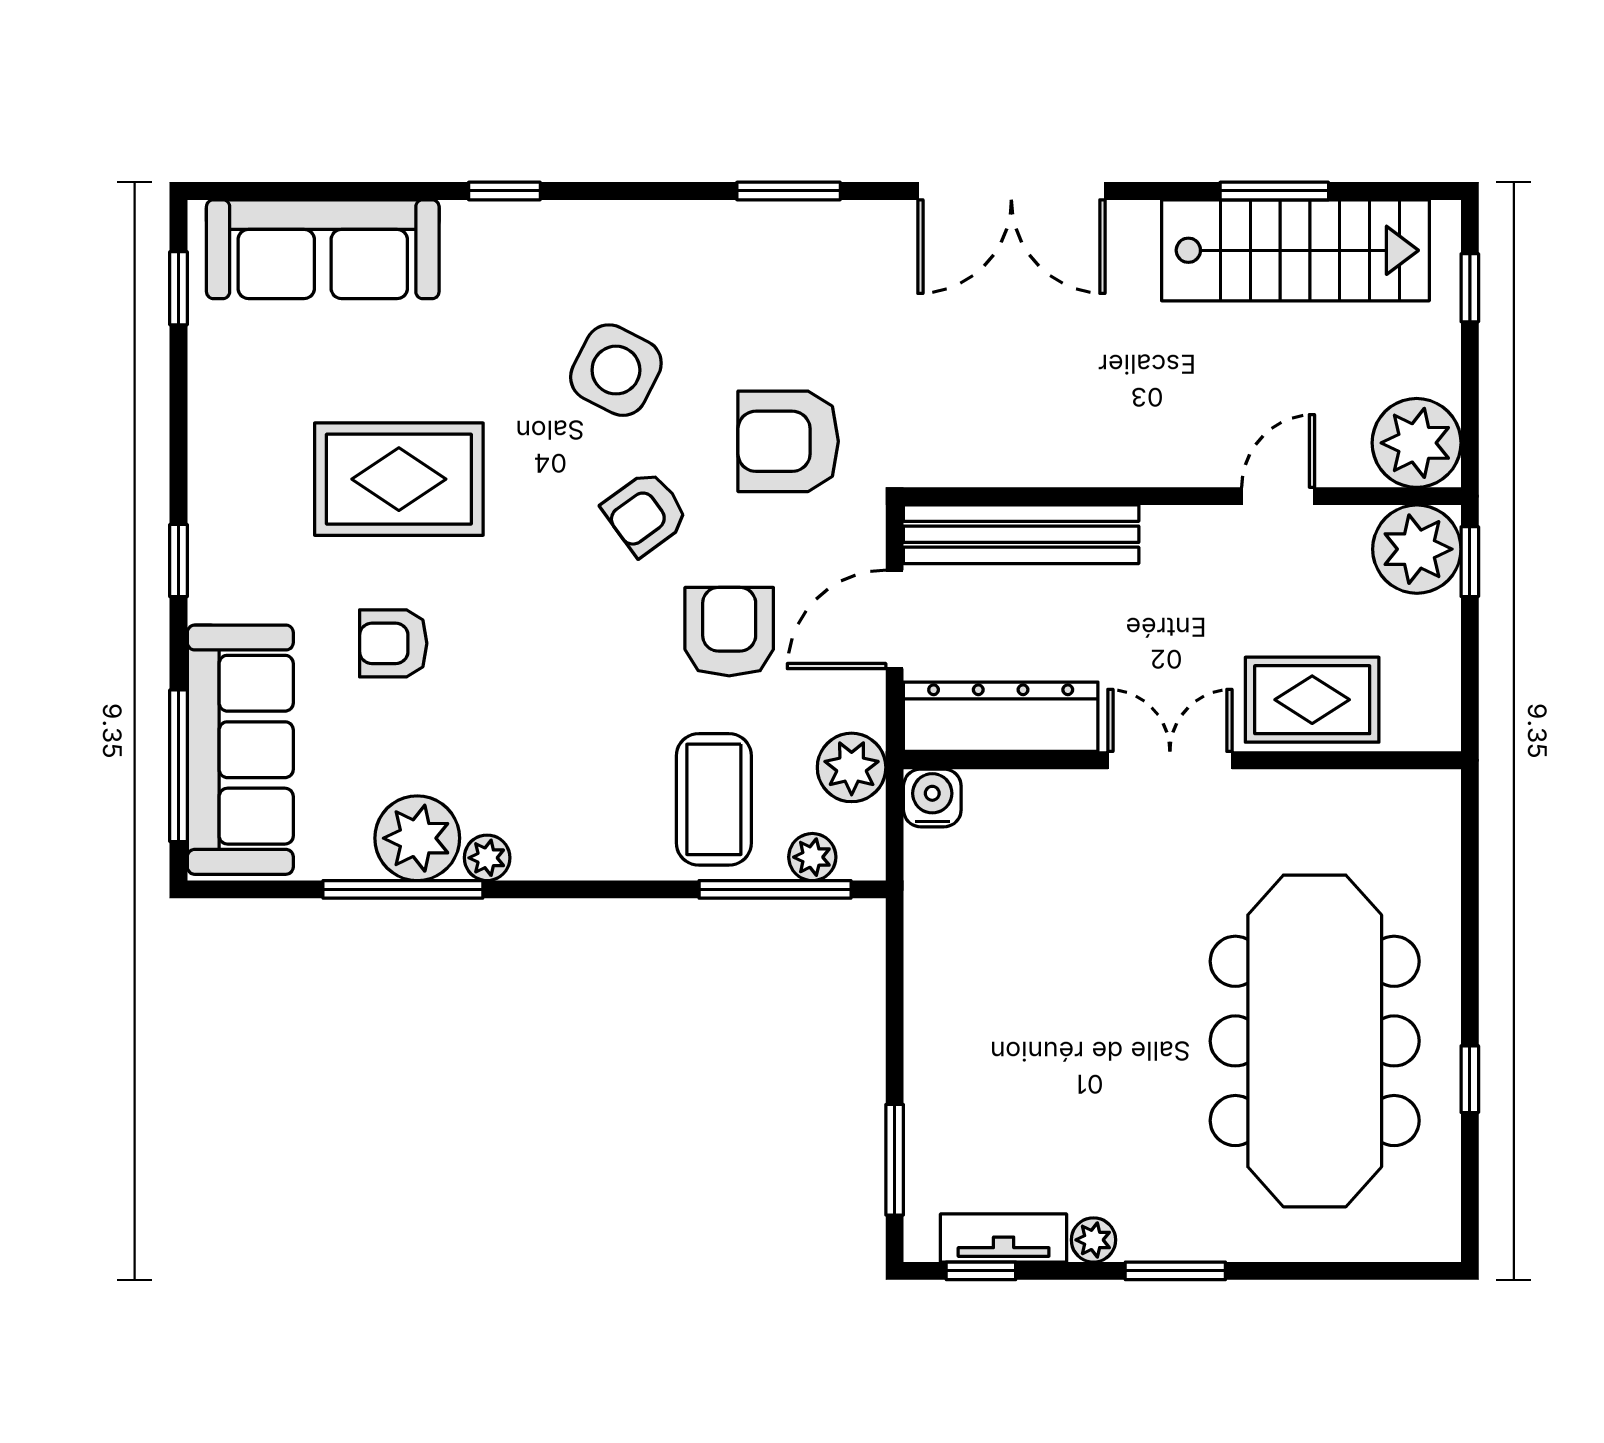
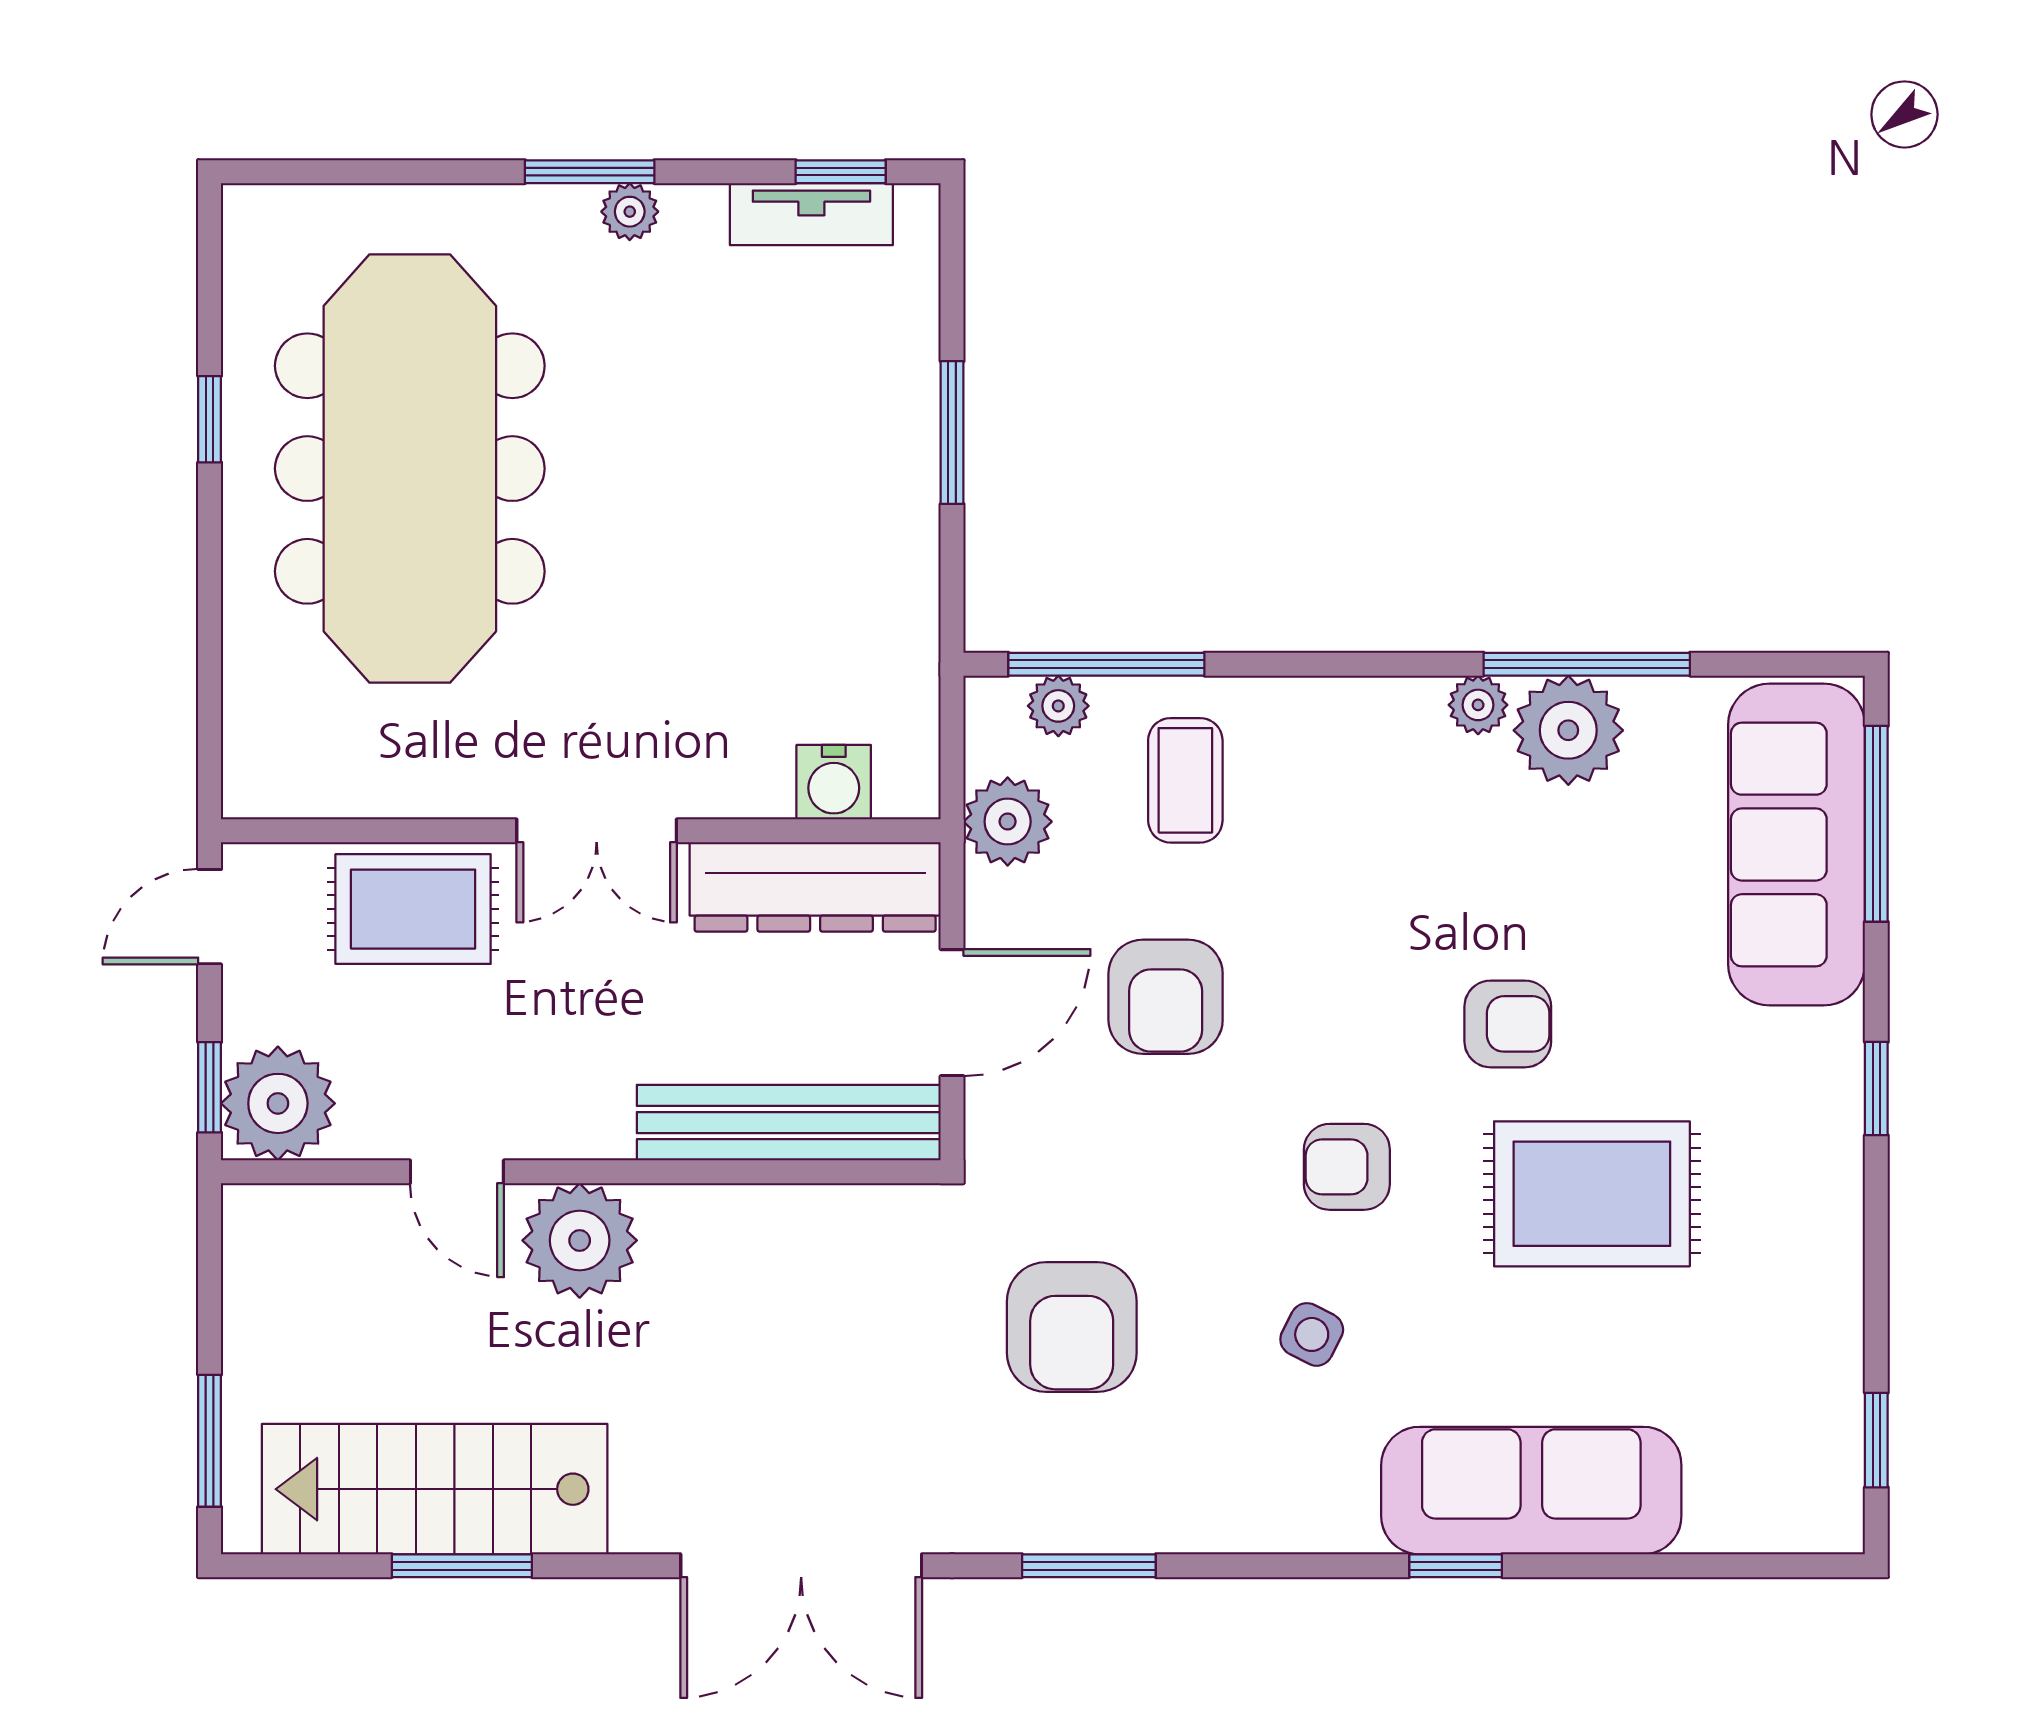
double door: (1011, 191) -> (801, 1566), swing flipped
sofa: (323, 249) -> (1531, 1491), moved
window: (1470, 288) -> (210, 1441), width x1.50
side table: (616, 370) -> (1312, 1334), width x0.54, depth x0.54
armchair: (788, 441) -> (1072, 1327), moved, turned 90
plant: (1417, 443) -> (580, 1240), moved
door: (1278, 496) -> (457, 1172), hinge flipped
armchair: (645, 513) -> (1347, 1167), moved, turned -144
armchair: (393, 643) -> (1508, 1024), moved
door: (1470, 694) -> (210, 917), added
water cooler: (932, 798) -> (834, 782), moved
coffee table: (714, 799) -> (1185, 780), width x0.73, depth x0.77
window: (895, 1160) -> (952, 433), moved
plant: (1093, 1240) -> (630, 212), moved

